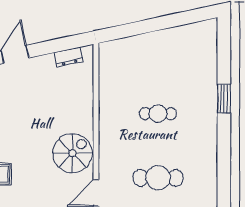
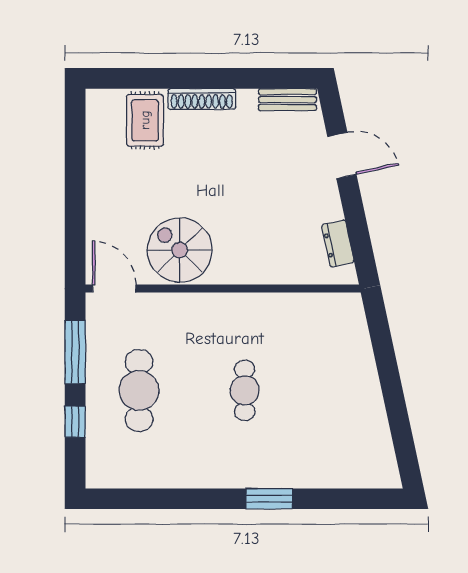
spiral stairs: (72, 153) -> (180, 250), turned 180

